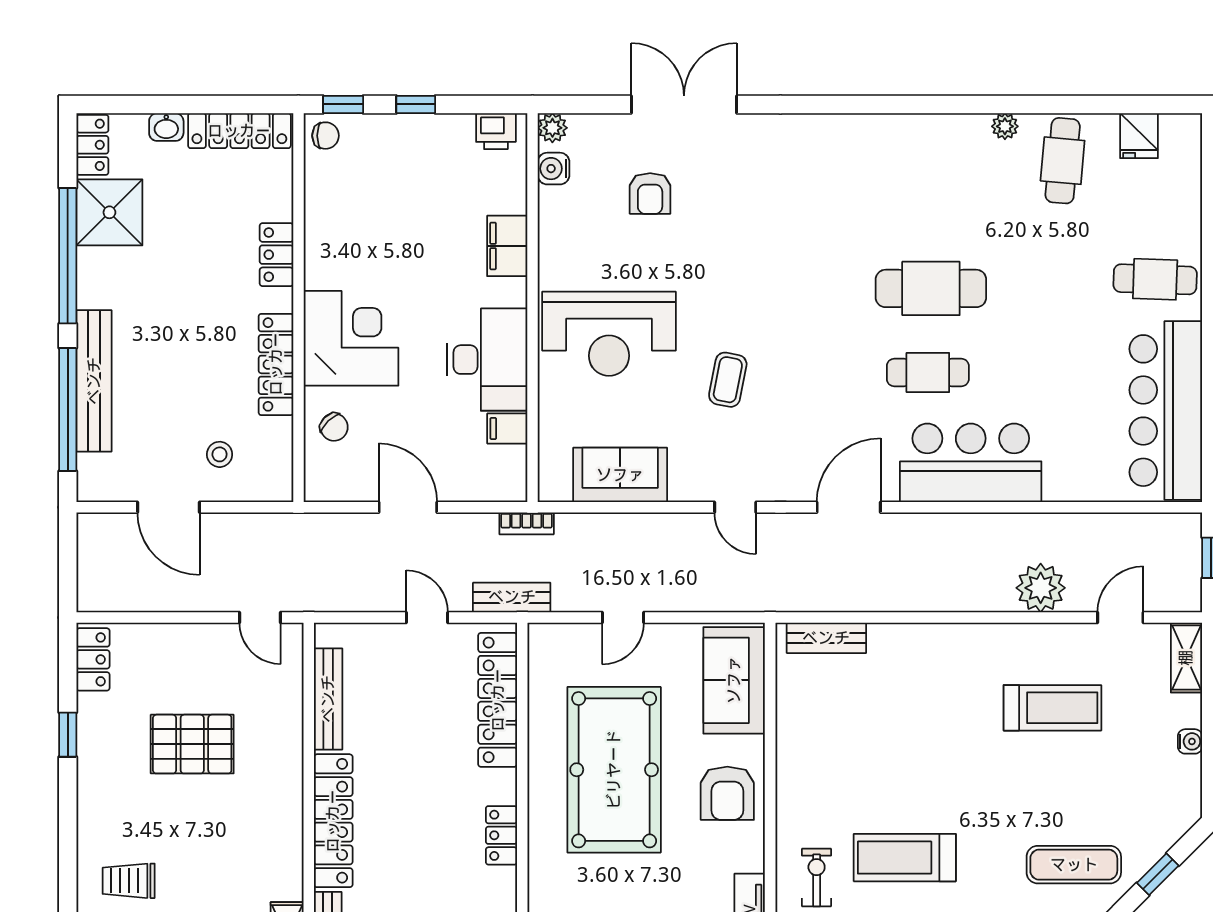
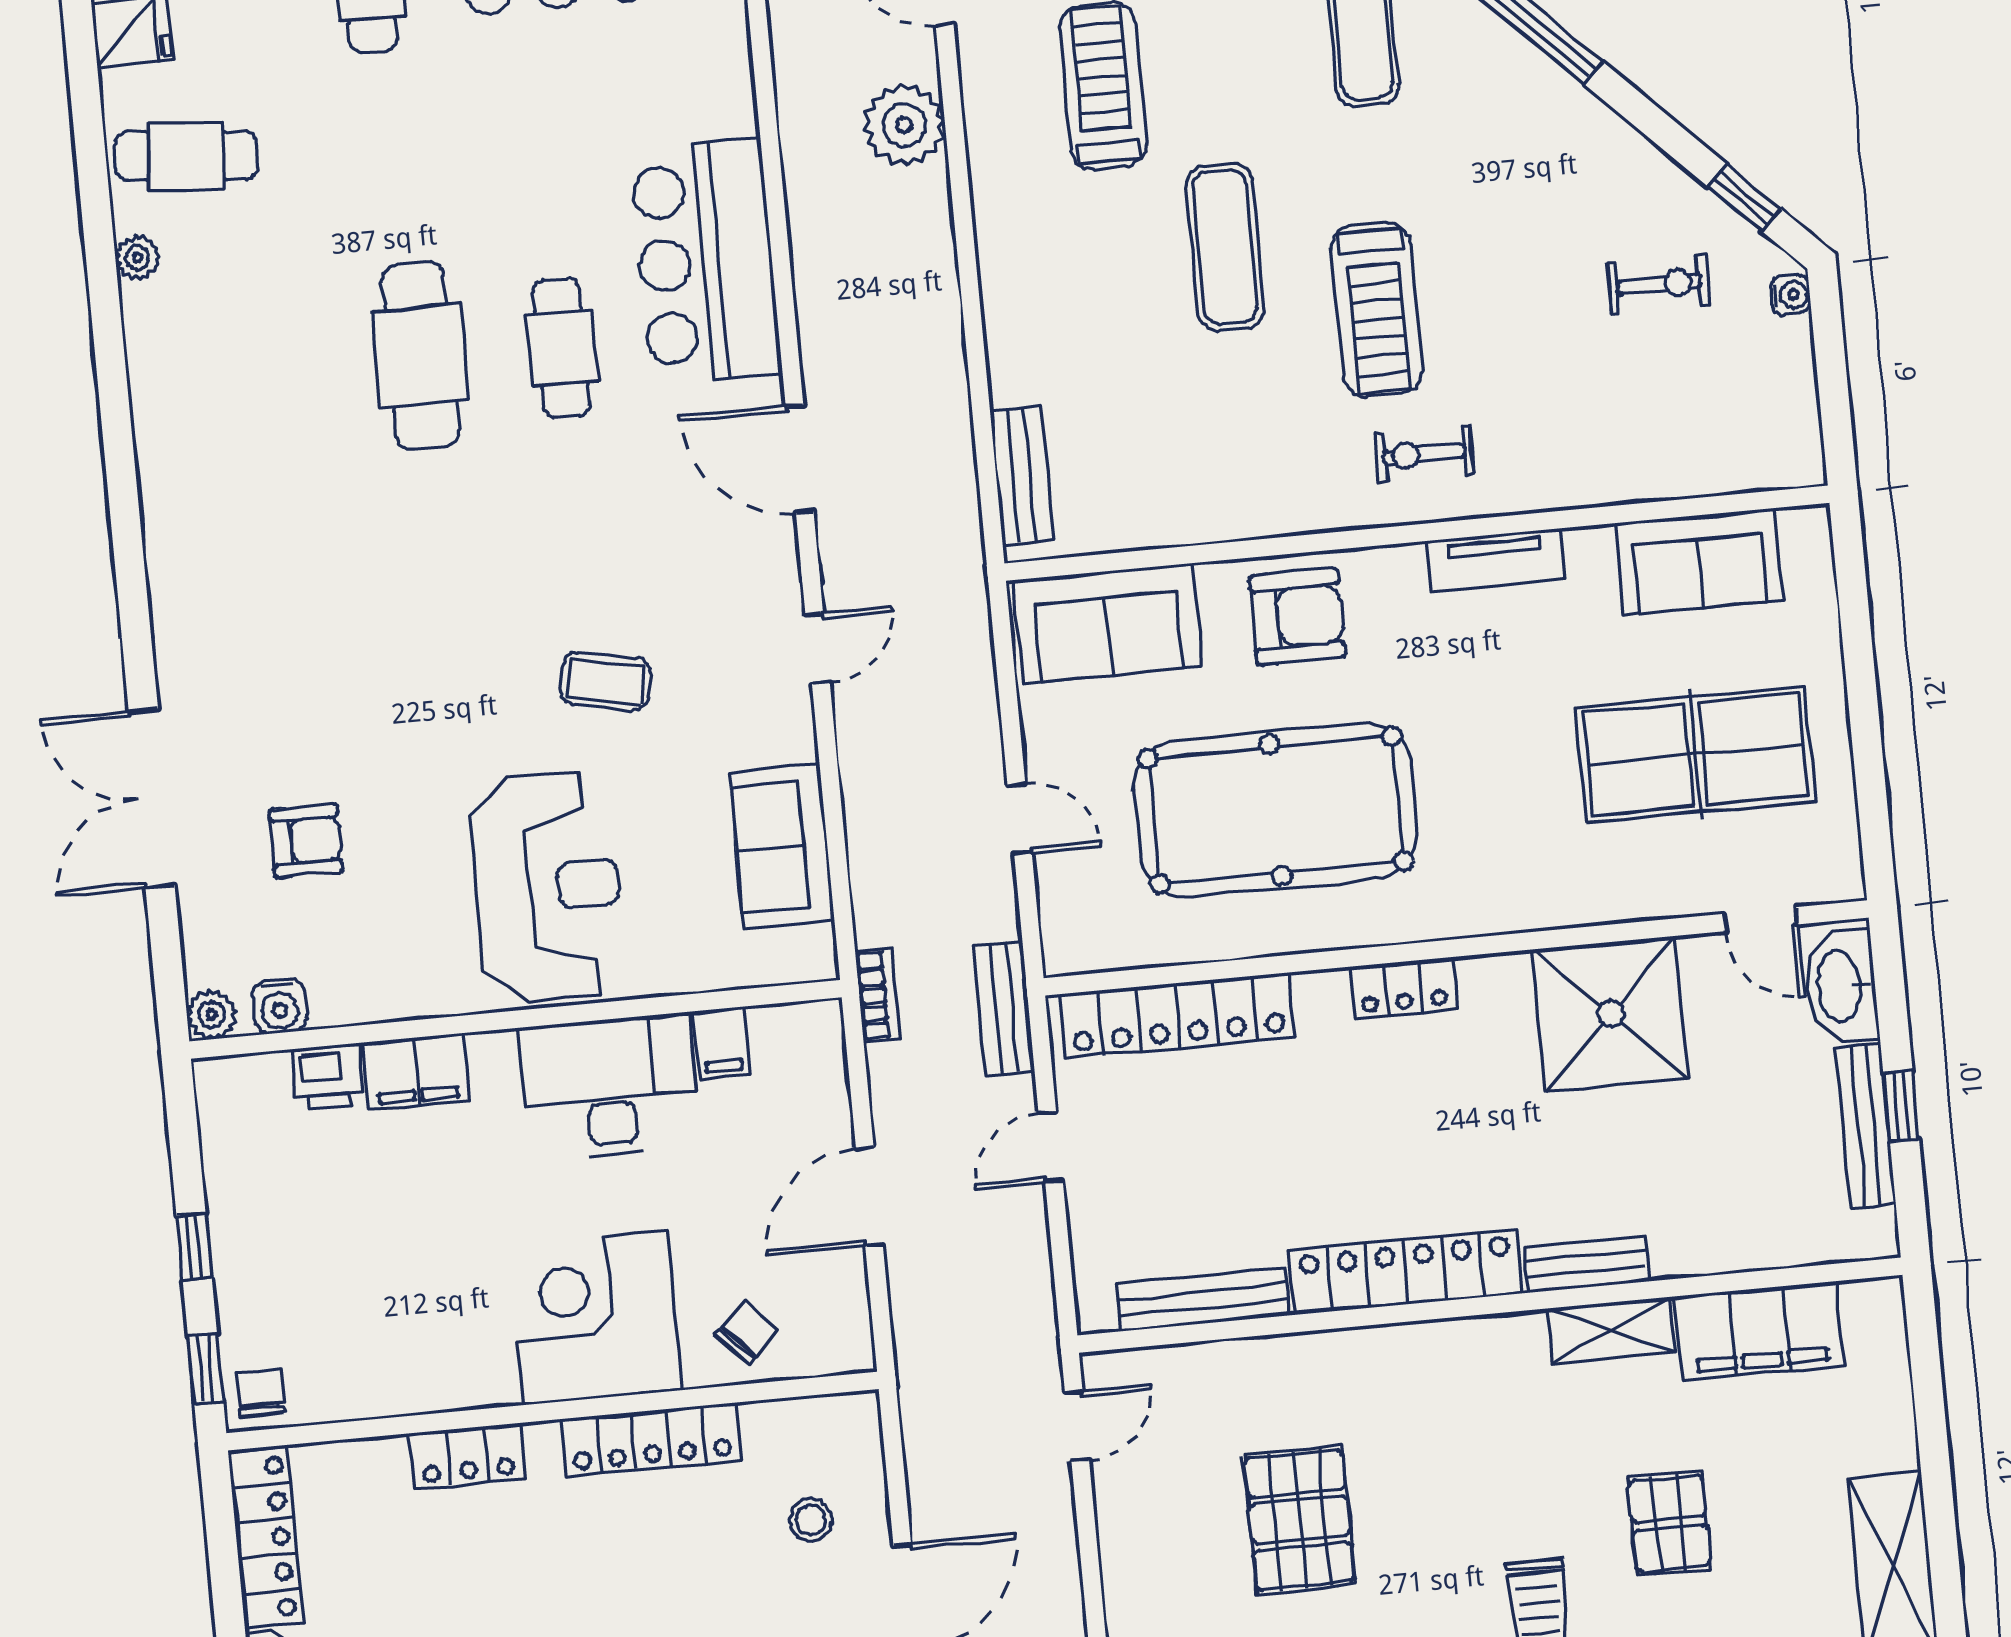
printer: (496, 131) -> (328, 1076), moved, turned 90
exercise mat: (950, 771) -> (1225, 247), added

